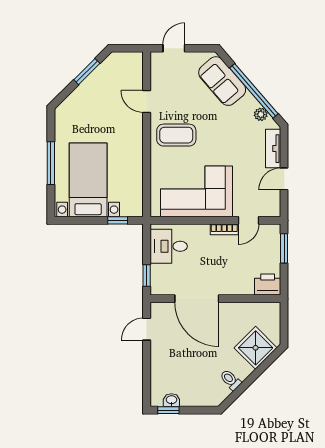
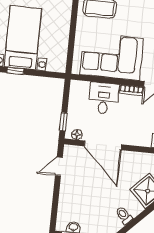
window: (118, 220) -> (15, 71), moved
desk: (169, 246) -> (104, 98), moved, turned 90
floor lamp: (164, 289) -> (77, 135), added

